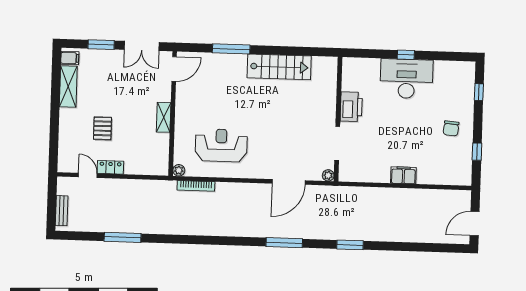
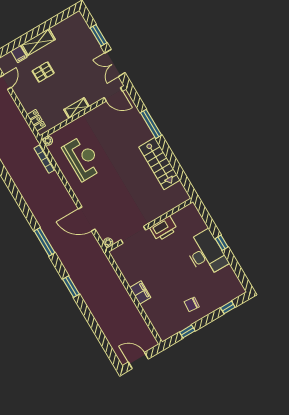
filing cabinet: (70, 58) -> (19, 54), moved
shelving: (68, 87) -> (38, 42), moved
locker: (110, 167) -> (36, 120), moved

